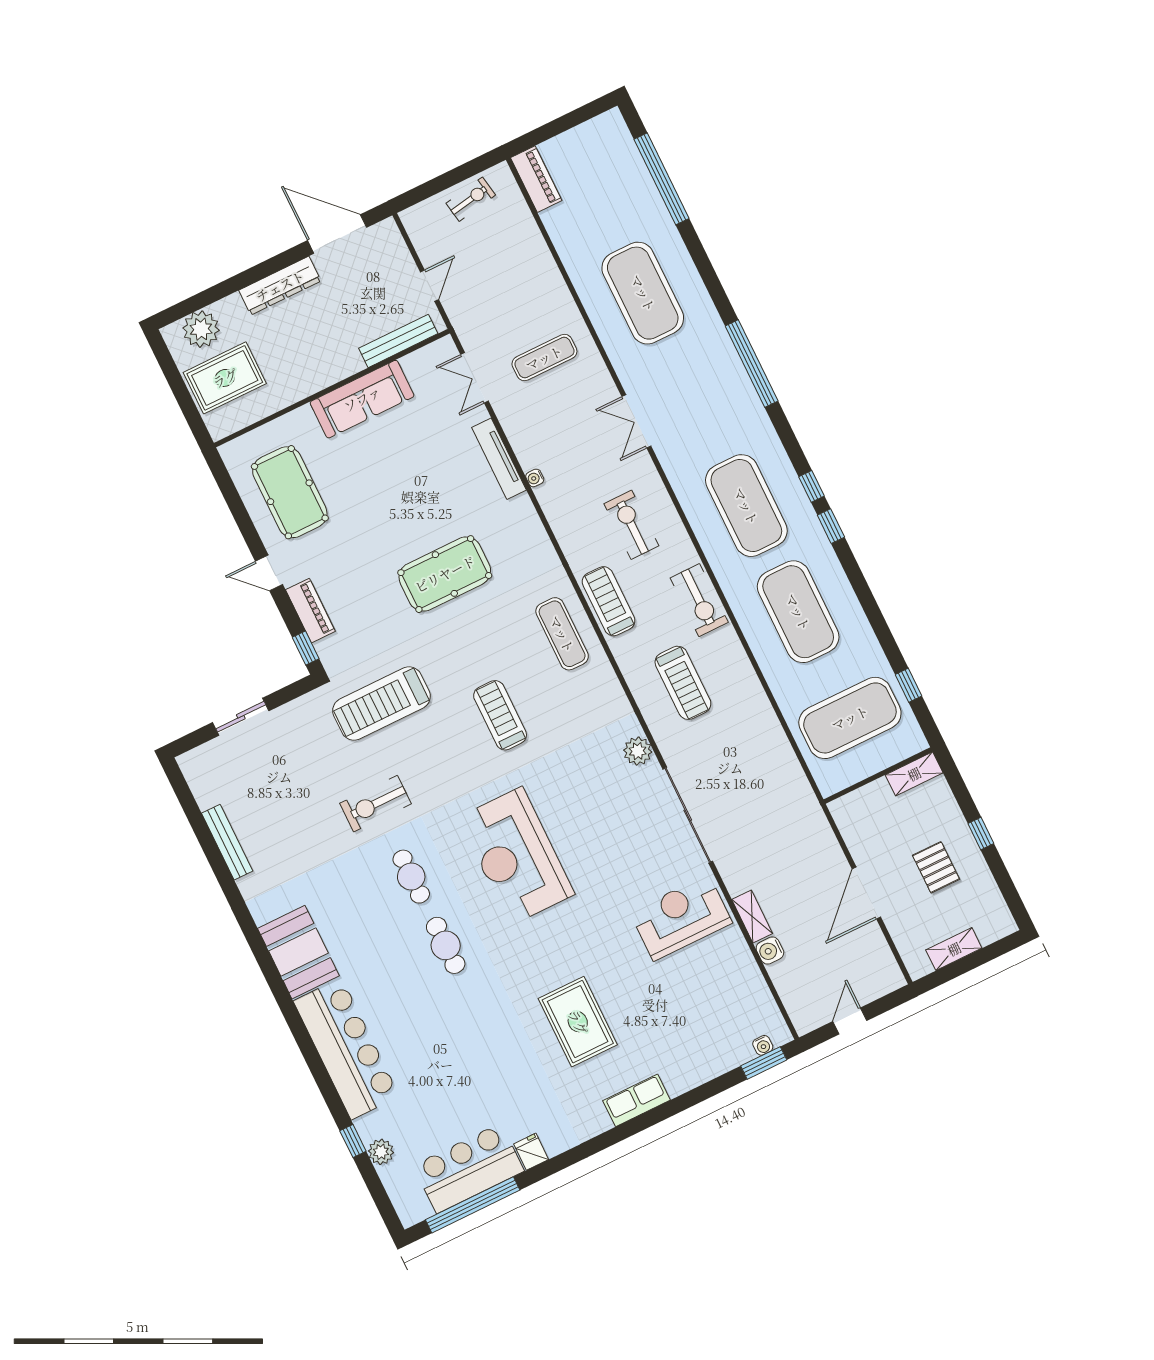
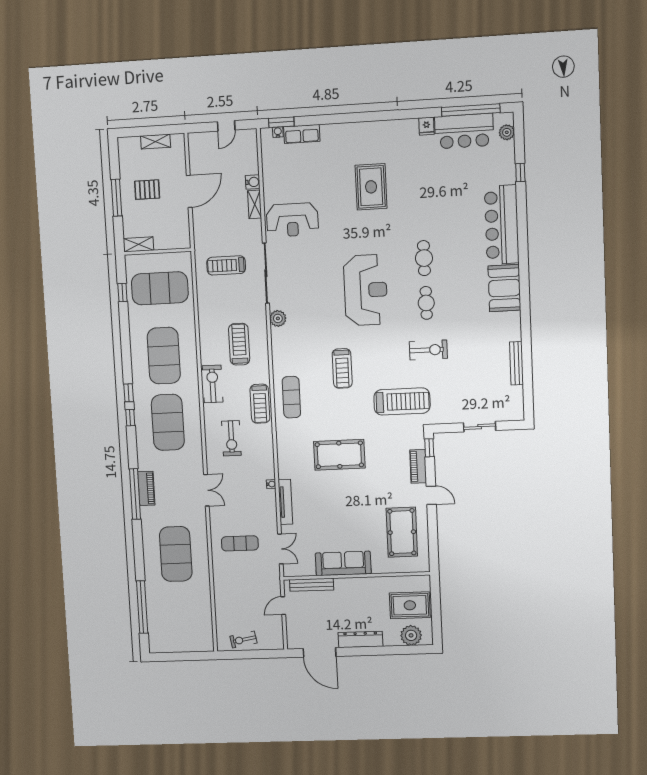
piano: (536, 179) -> (146, 488), moved, turned 180
treadmill: (757, 800) -> (226, 265), added
window: (981, 834) -> (116, 198), width x2.17
pallet: (936, 867) -> (147, 190), turned 90
row of seats: (637, 1100) -> (302, 134), moved
plant: (381, 1152) -> (507, 132), moved

